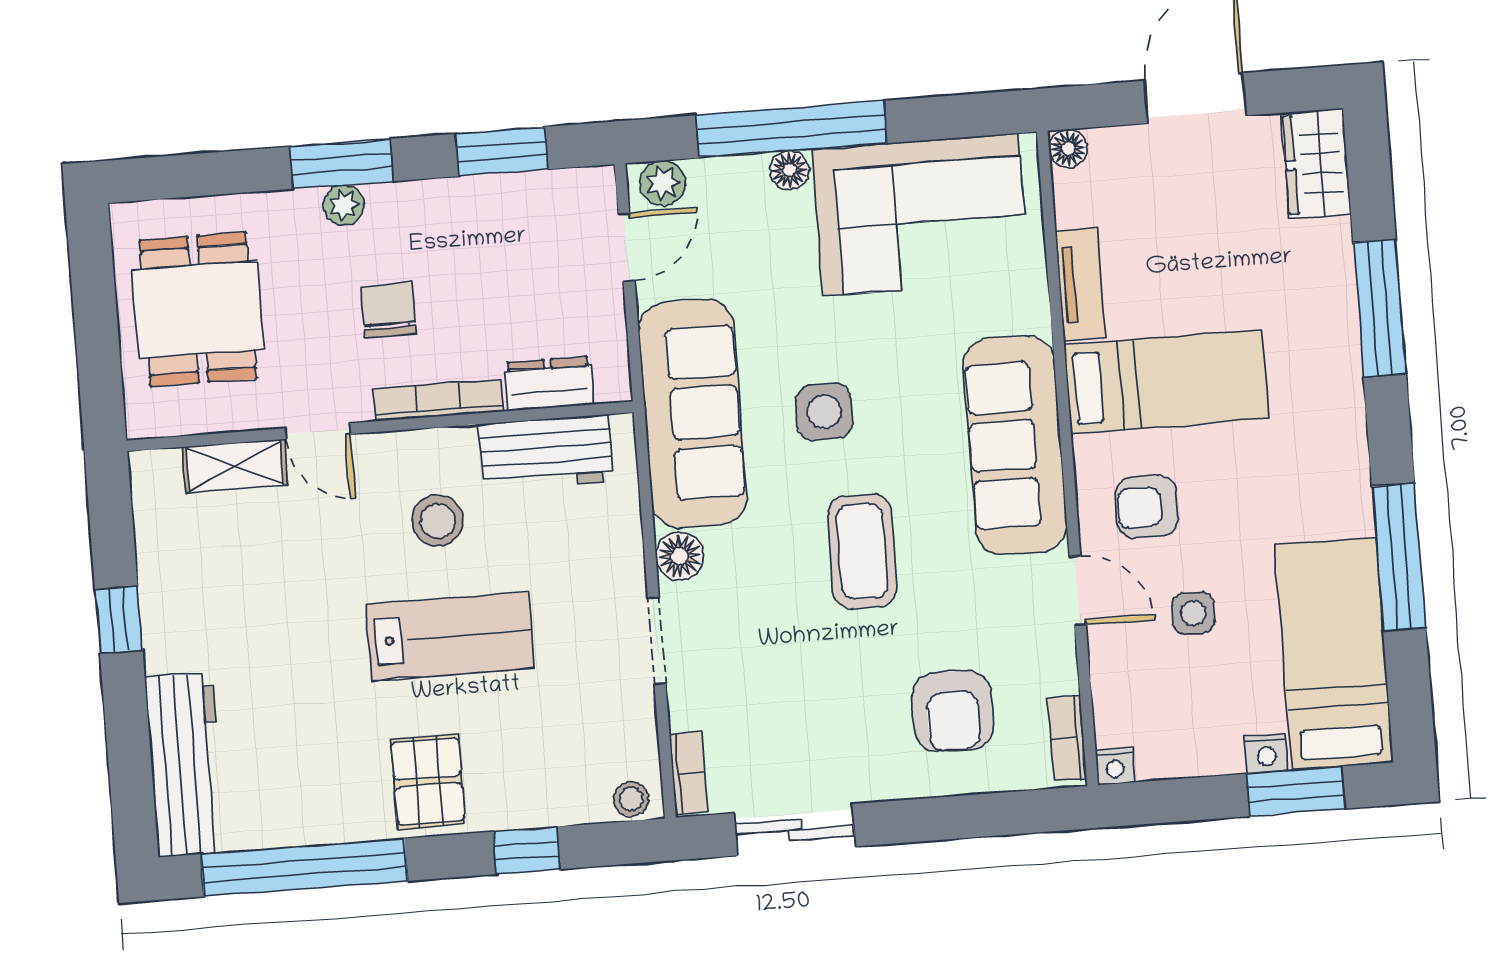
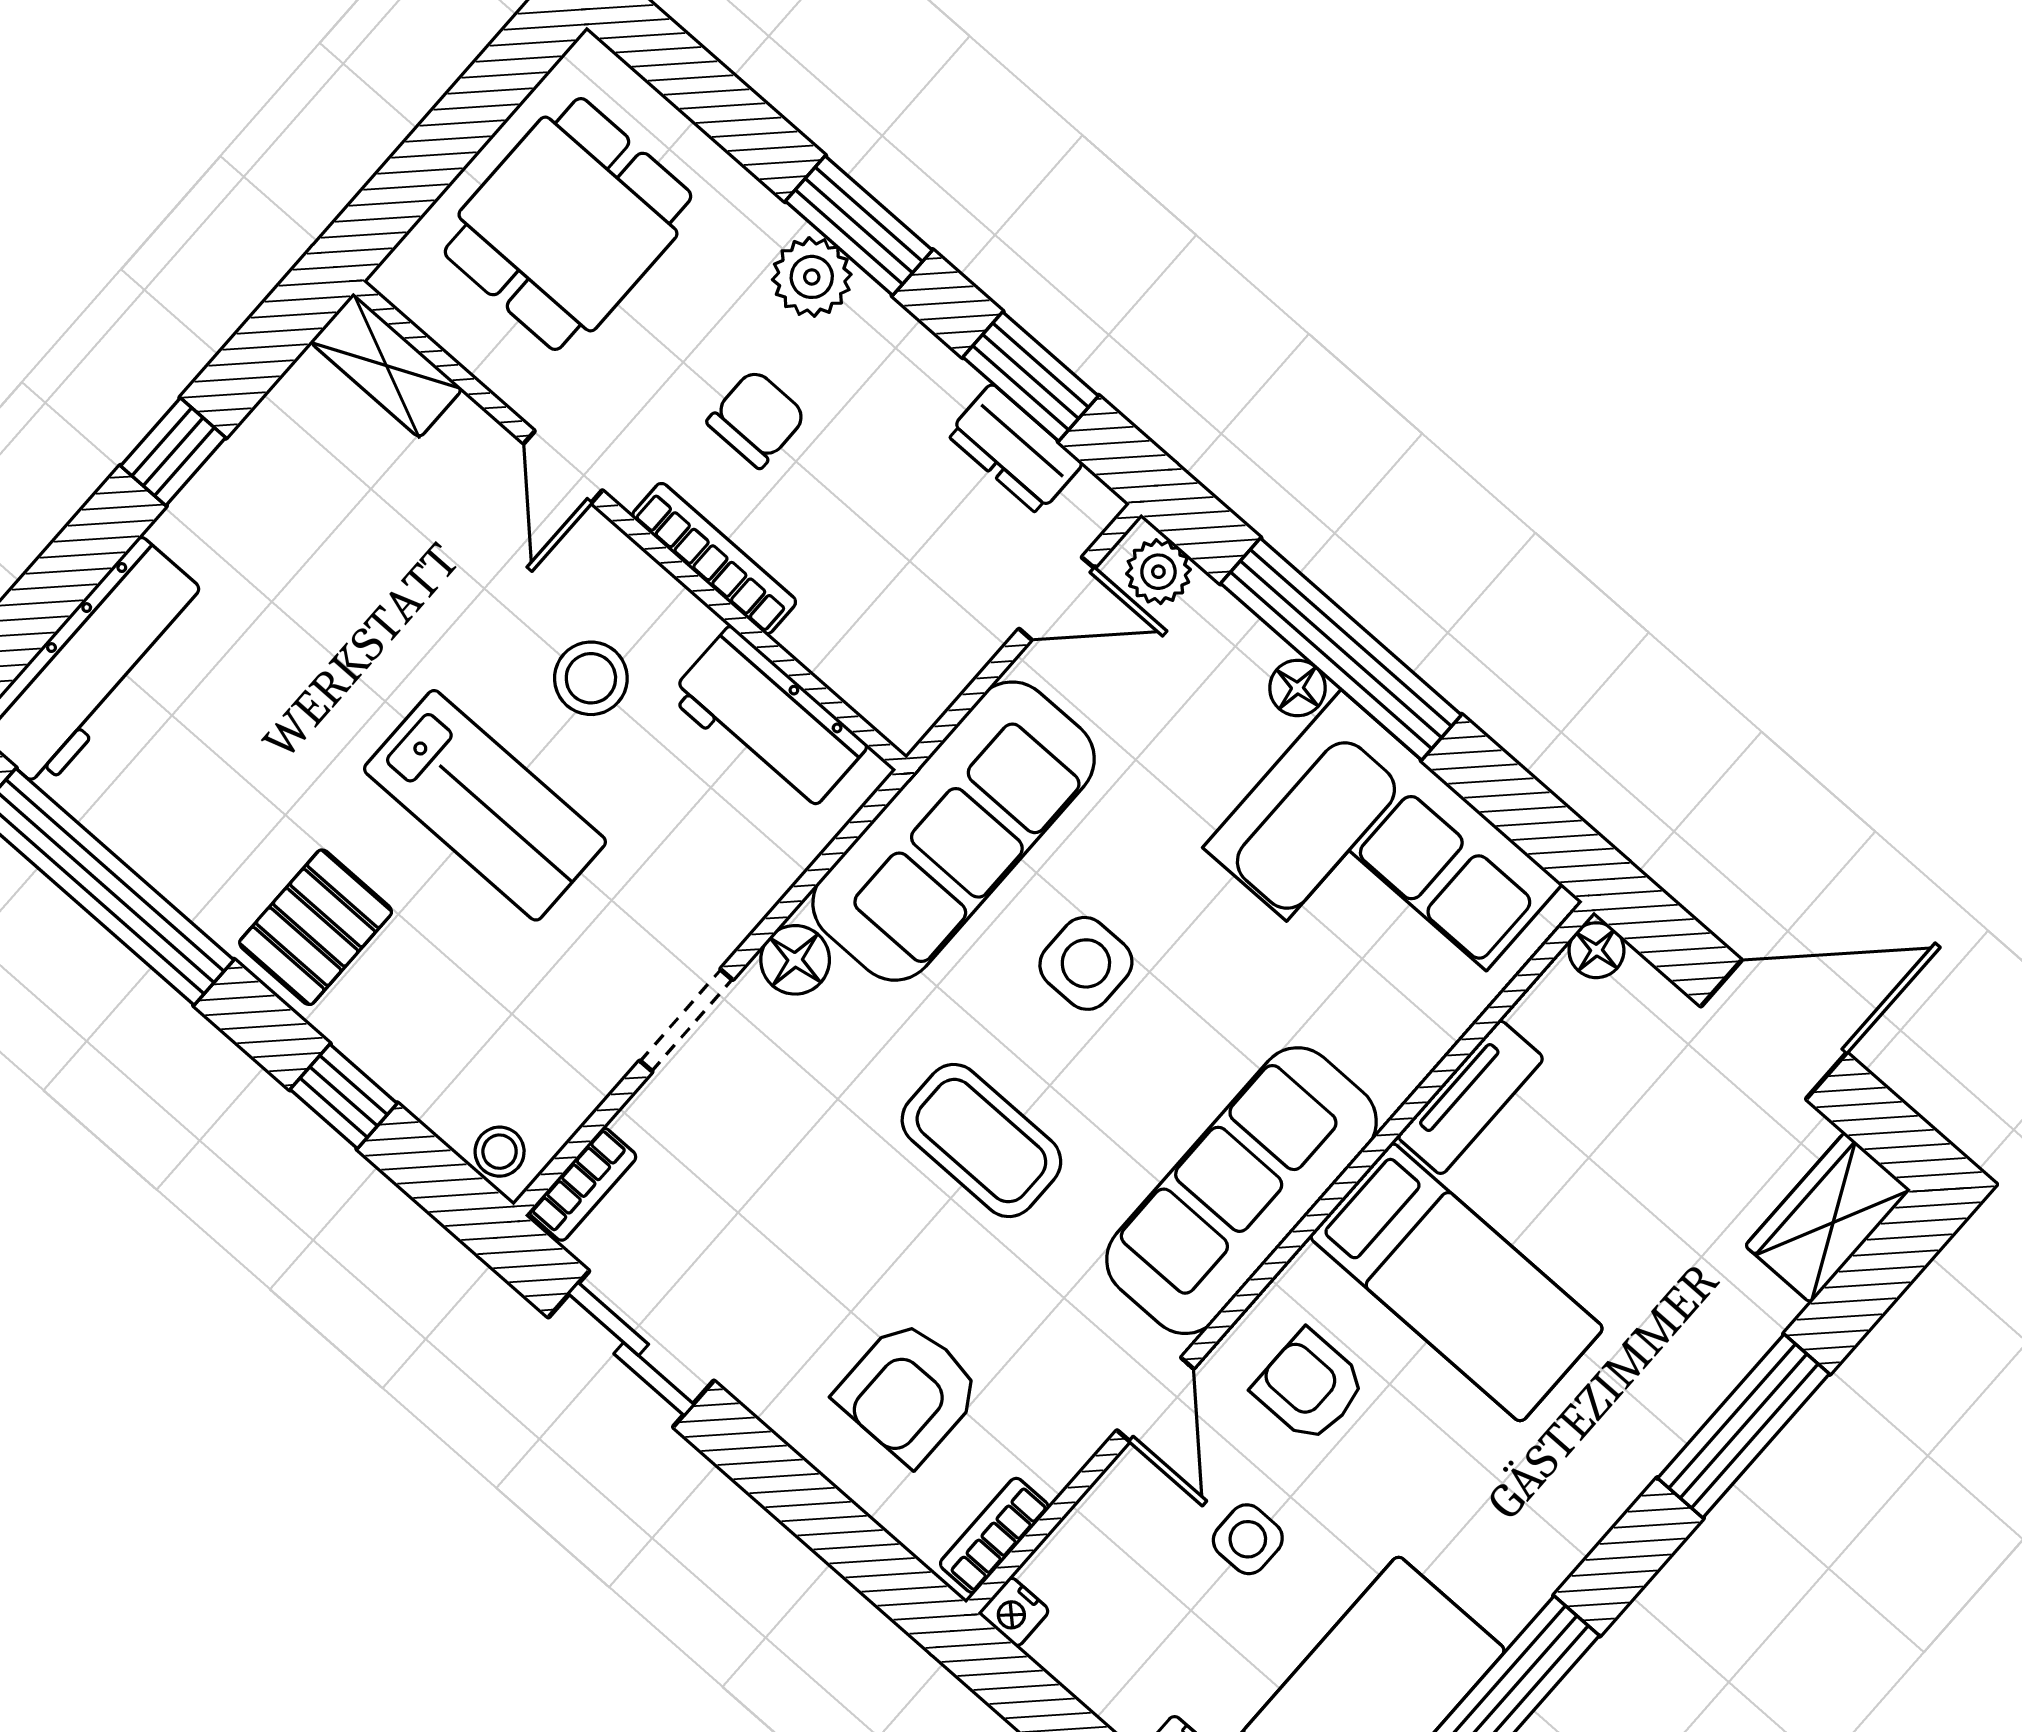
plant: (344, 205) -> (812, 277), width x1.38, depth x1.38
dresser: (549, 384) -> (1015, 449), moved, turned 180
shelving: (235, 466) -> (386, 366), moved
coffee table: (862, 551) -> (981, 1141), turned 90

